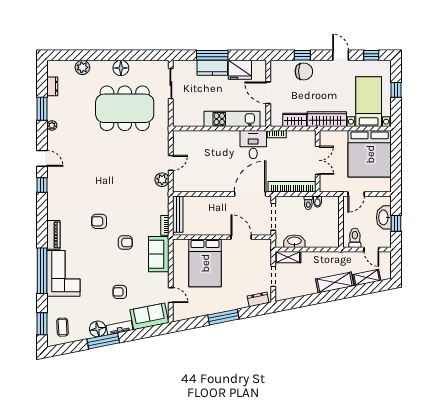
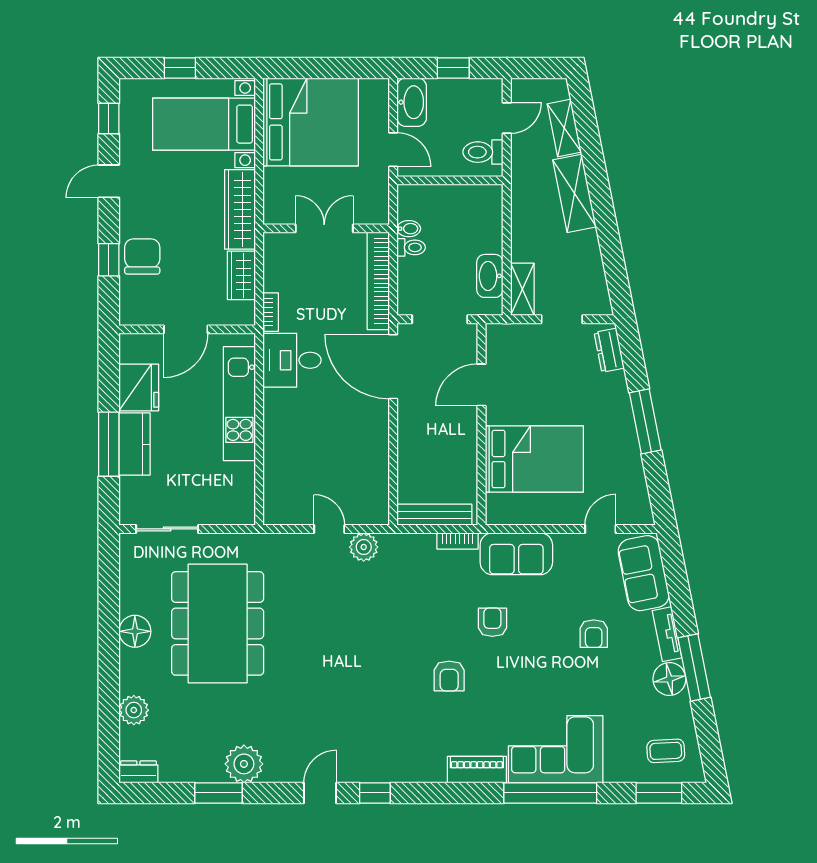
dresser: (52, 86) -> (138, 772), moved
plant: (52, 125) -> (244, 764), width x1.87, depth x1.87
washbasin: (384, 217) -> (412, 102), moved, turned -90

